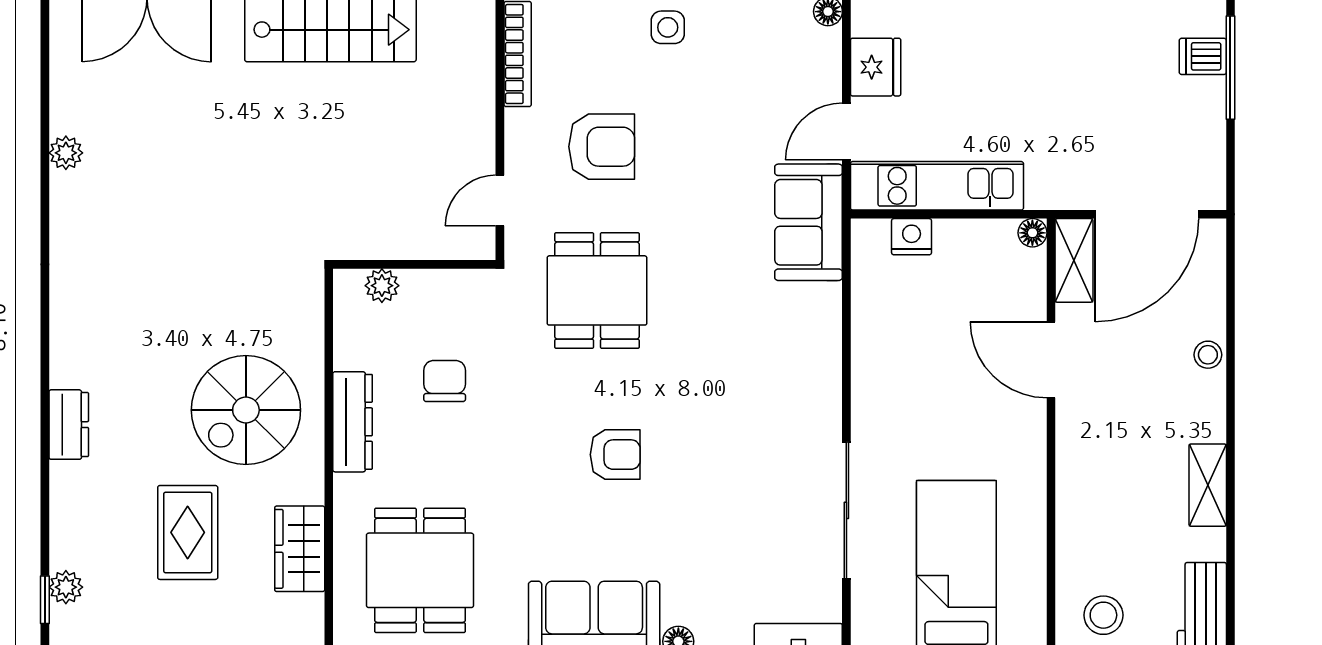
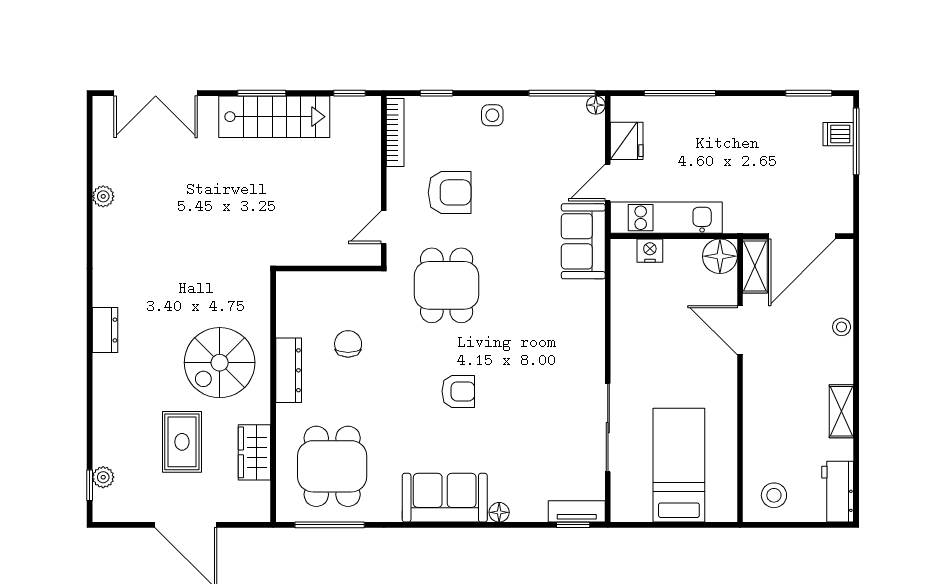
floor lamp: (1032, 233) -> (720, 256), width x1.89, depth x1.89
plant: (382, 286) -> (308, 282), removed
dresser: (69, 425) -> (105, 330), moved

